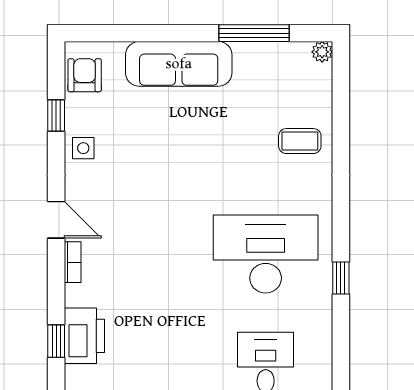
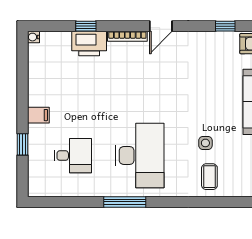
side table: (83, 148) -> (205, 143), moved
bookcase: (73, 262) -> (127, 36), width x1.56
window: (341, 278) -> (125, 202), width x2.17

